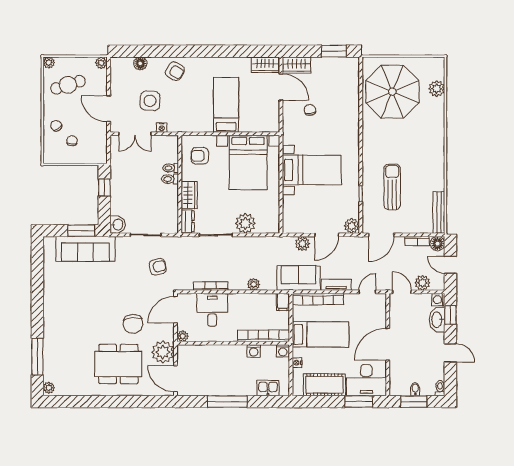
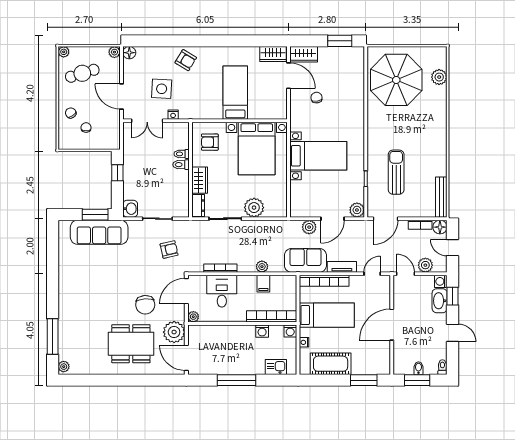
floor lamp: (140, 63) -> (129, 53), moved
filing cabinet: (283, 302) -> (263, 284), moved
desk: (366, 380) -> (371, 359), removed

